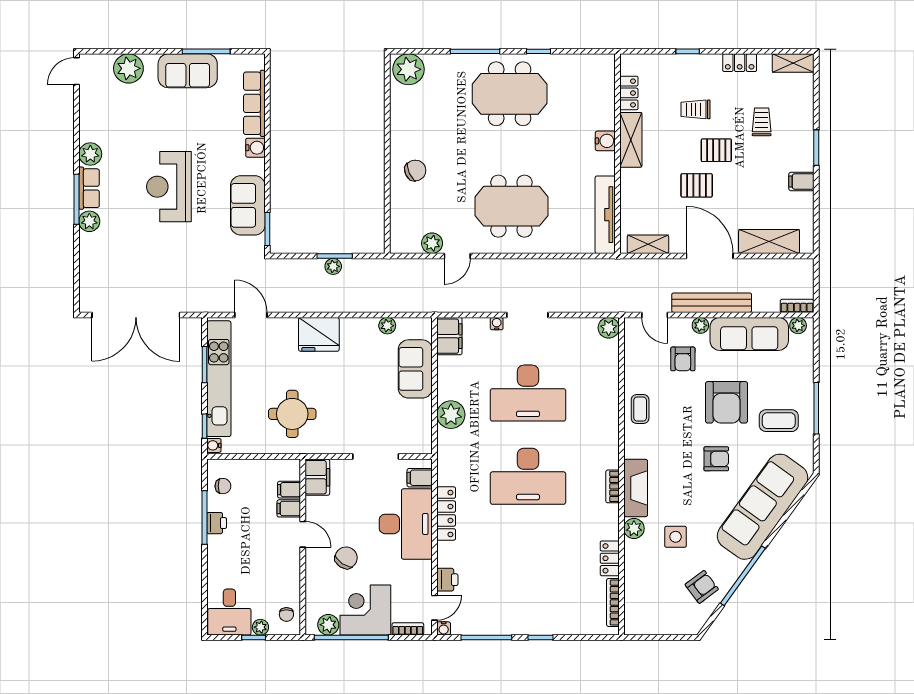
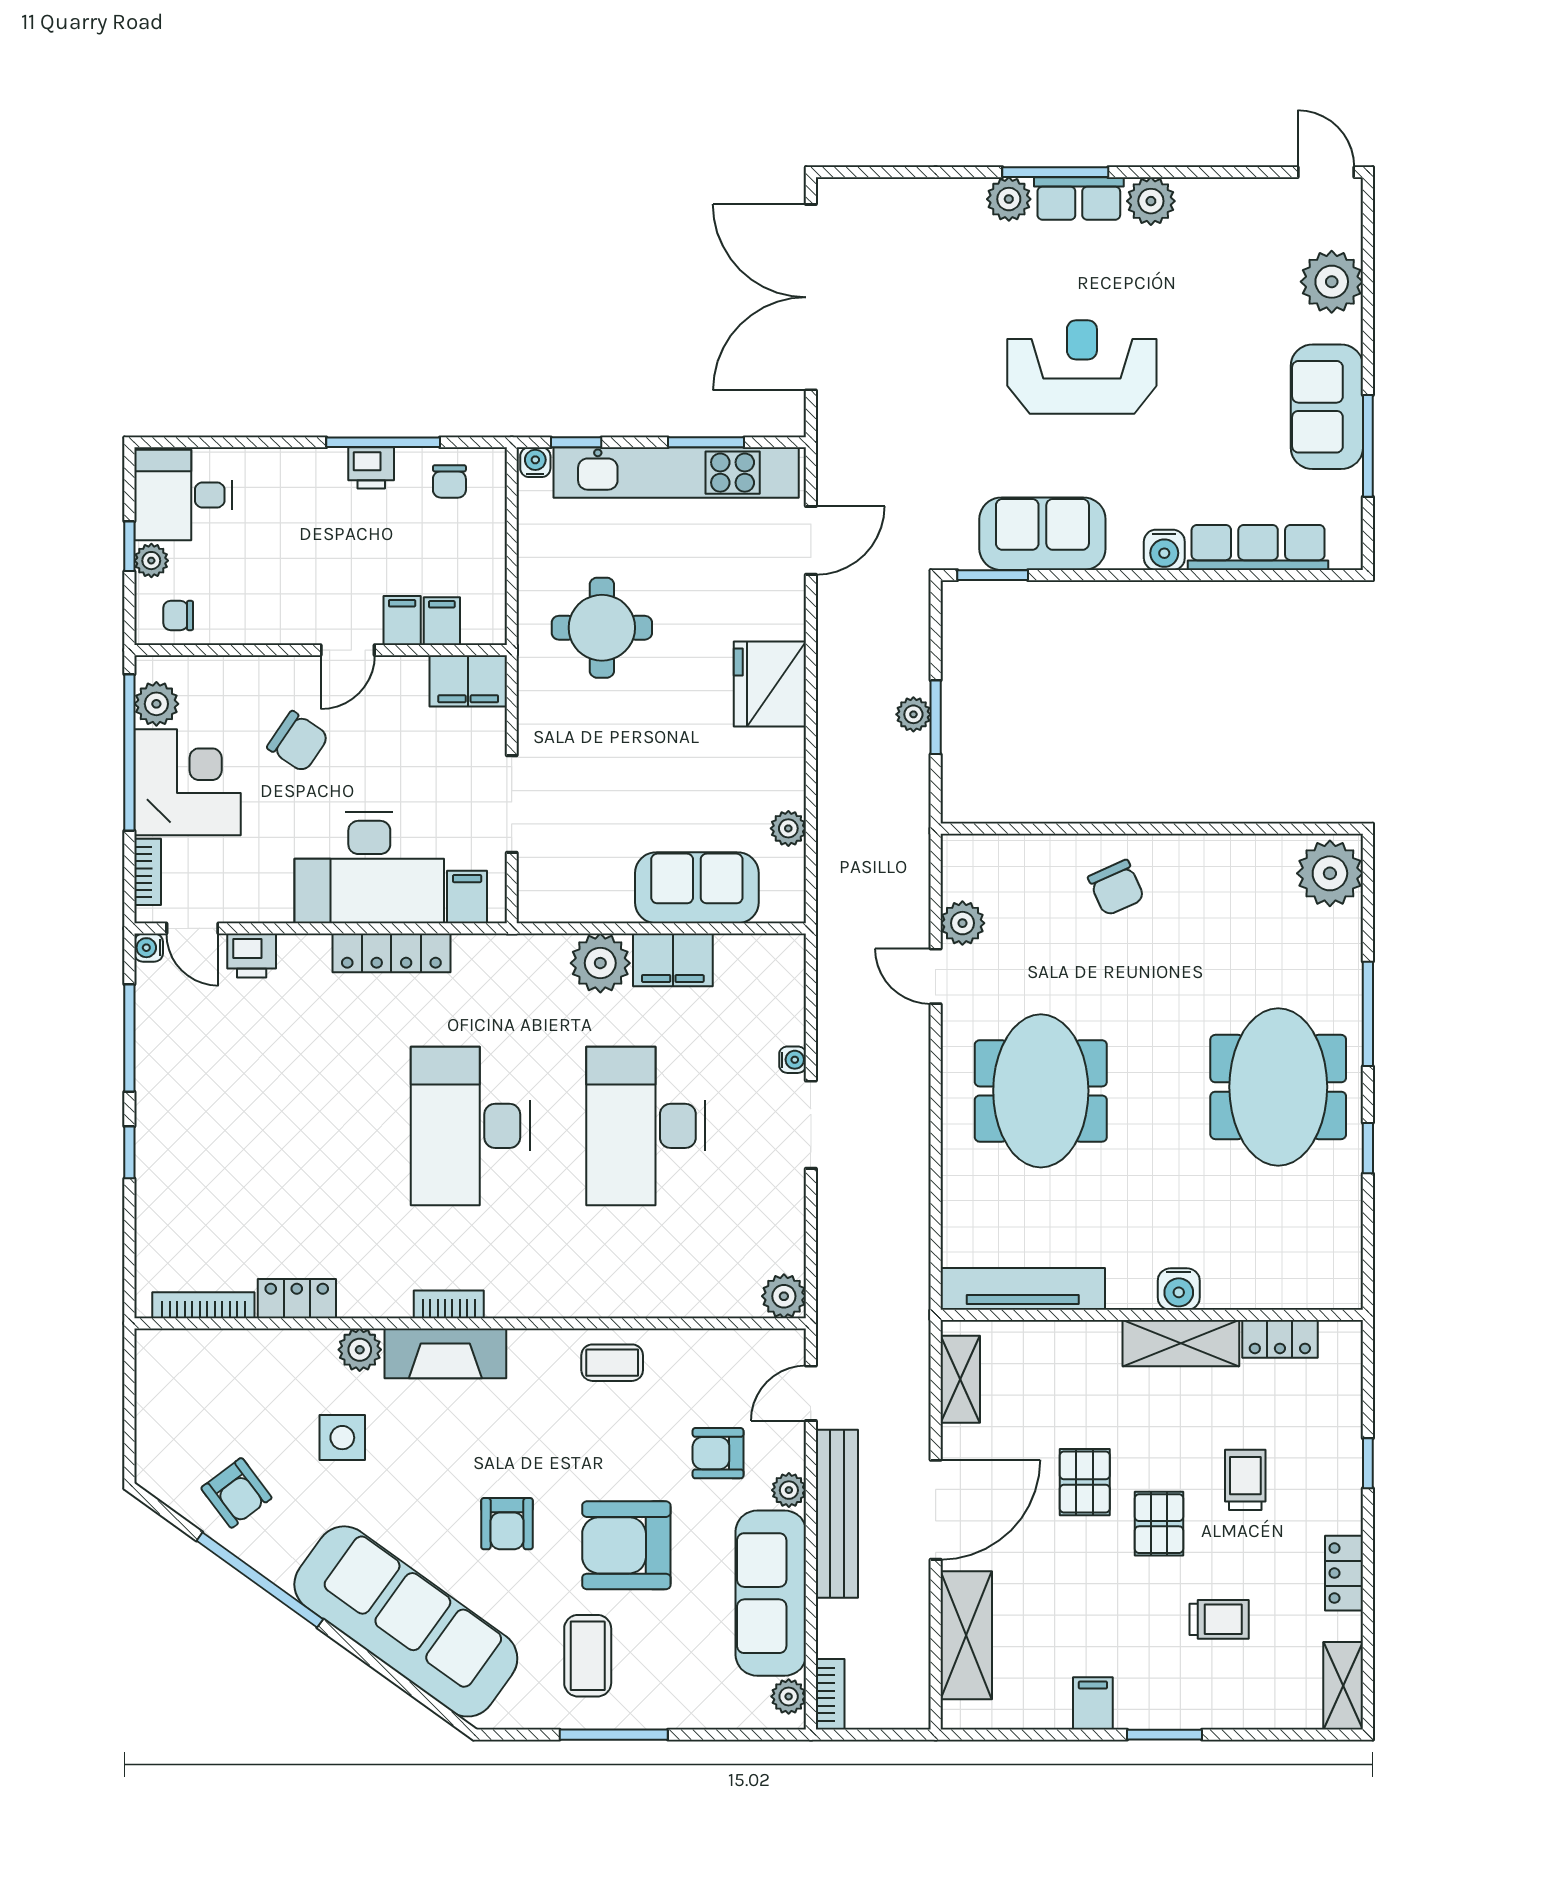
filing cabinet: (449, 336) -> (673, 960), moved

